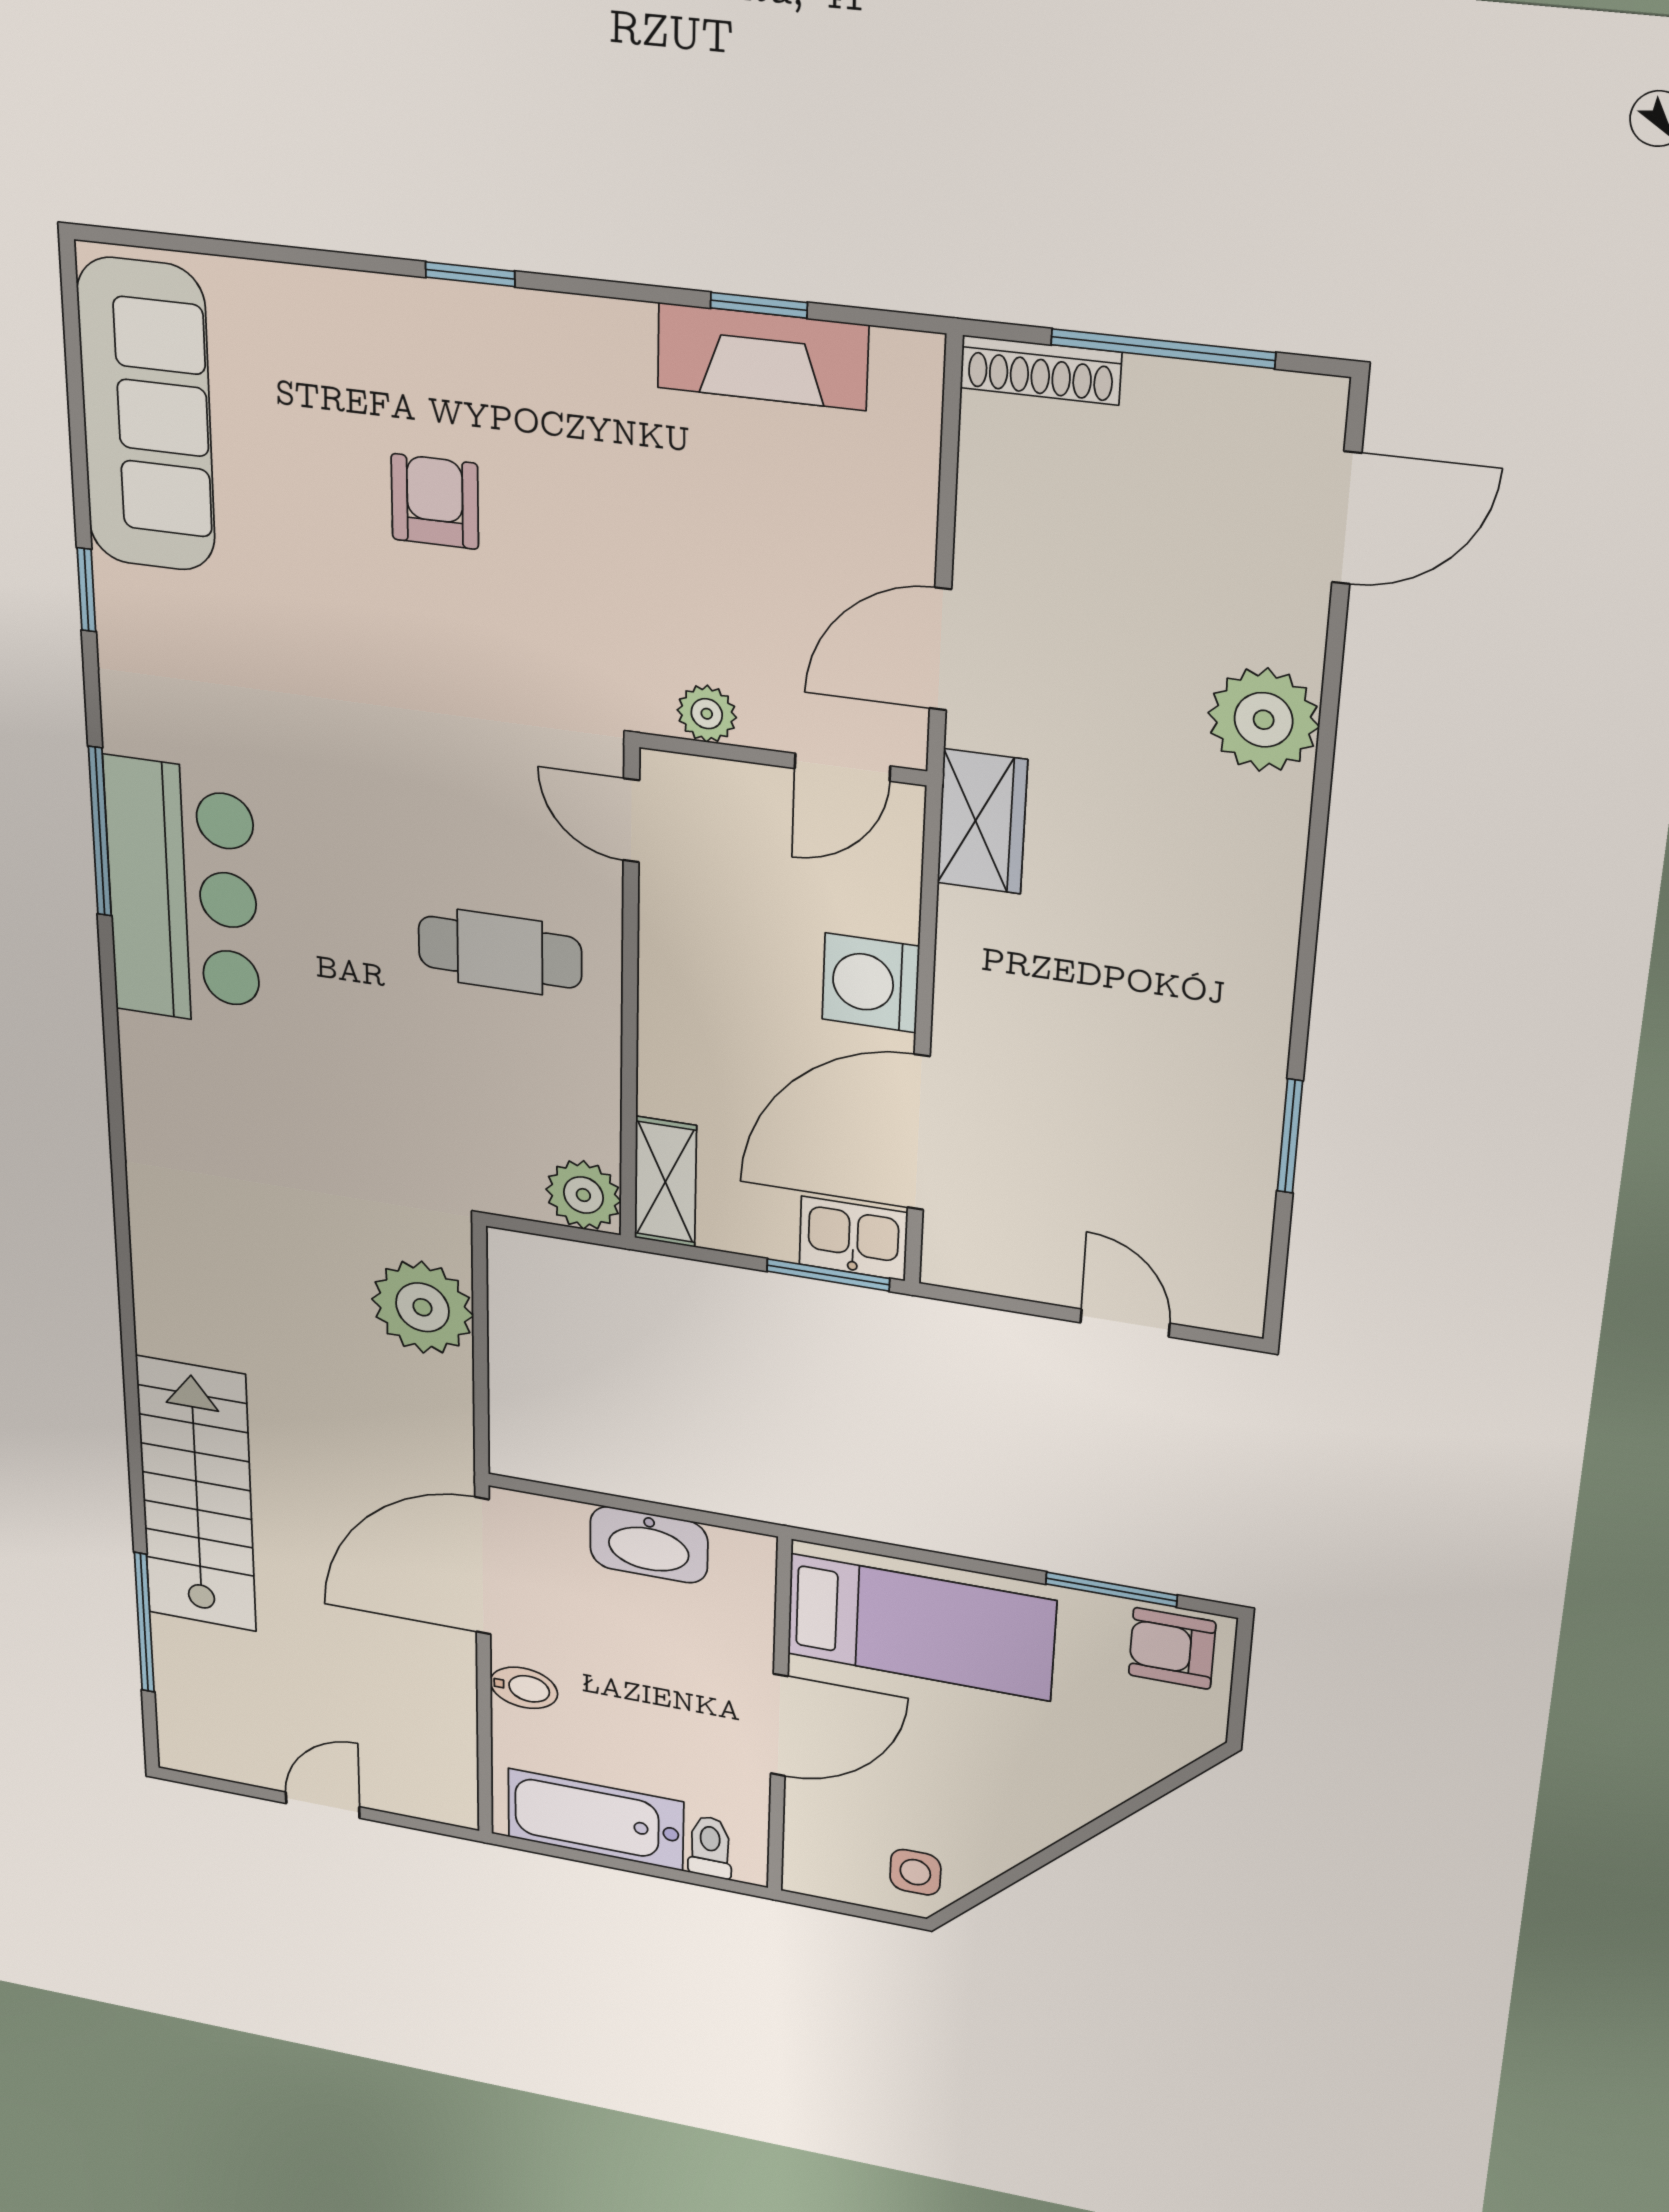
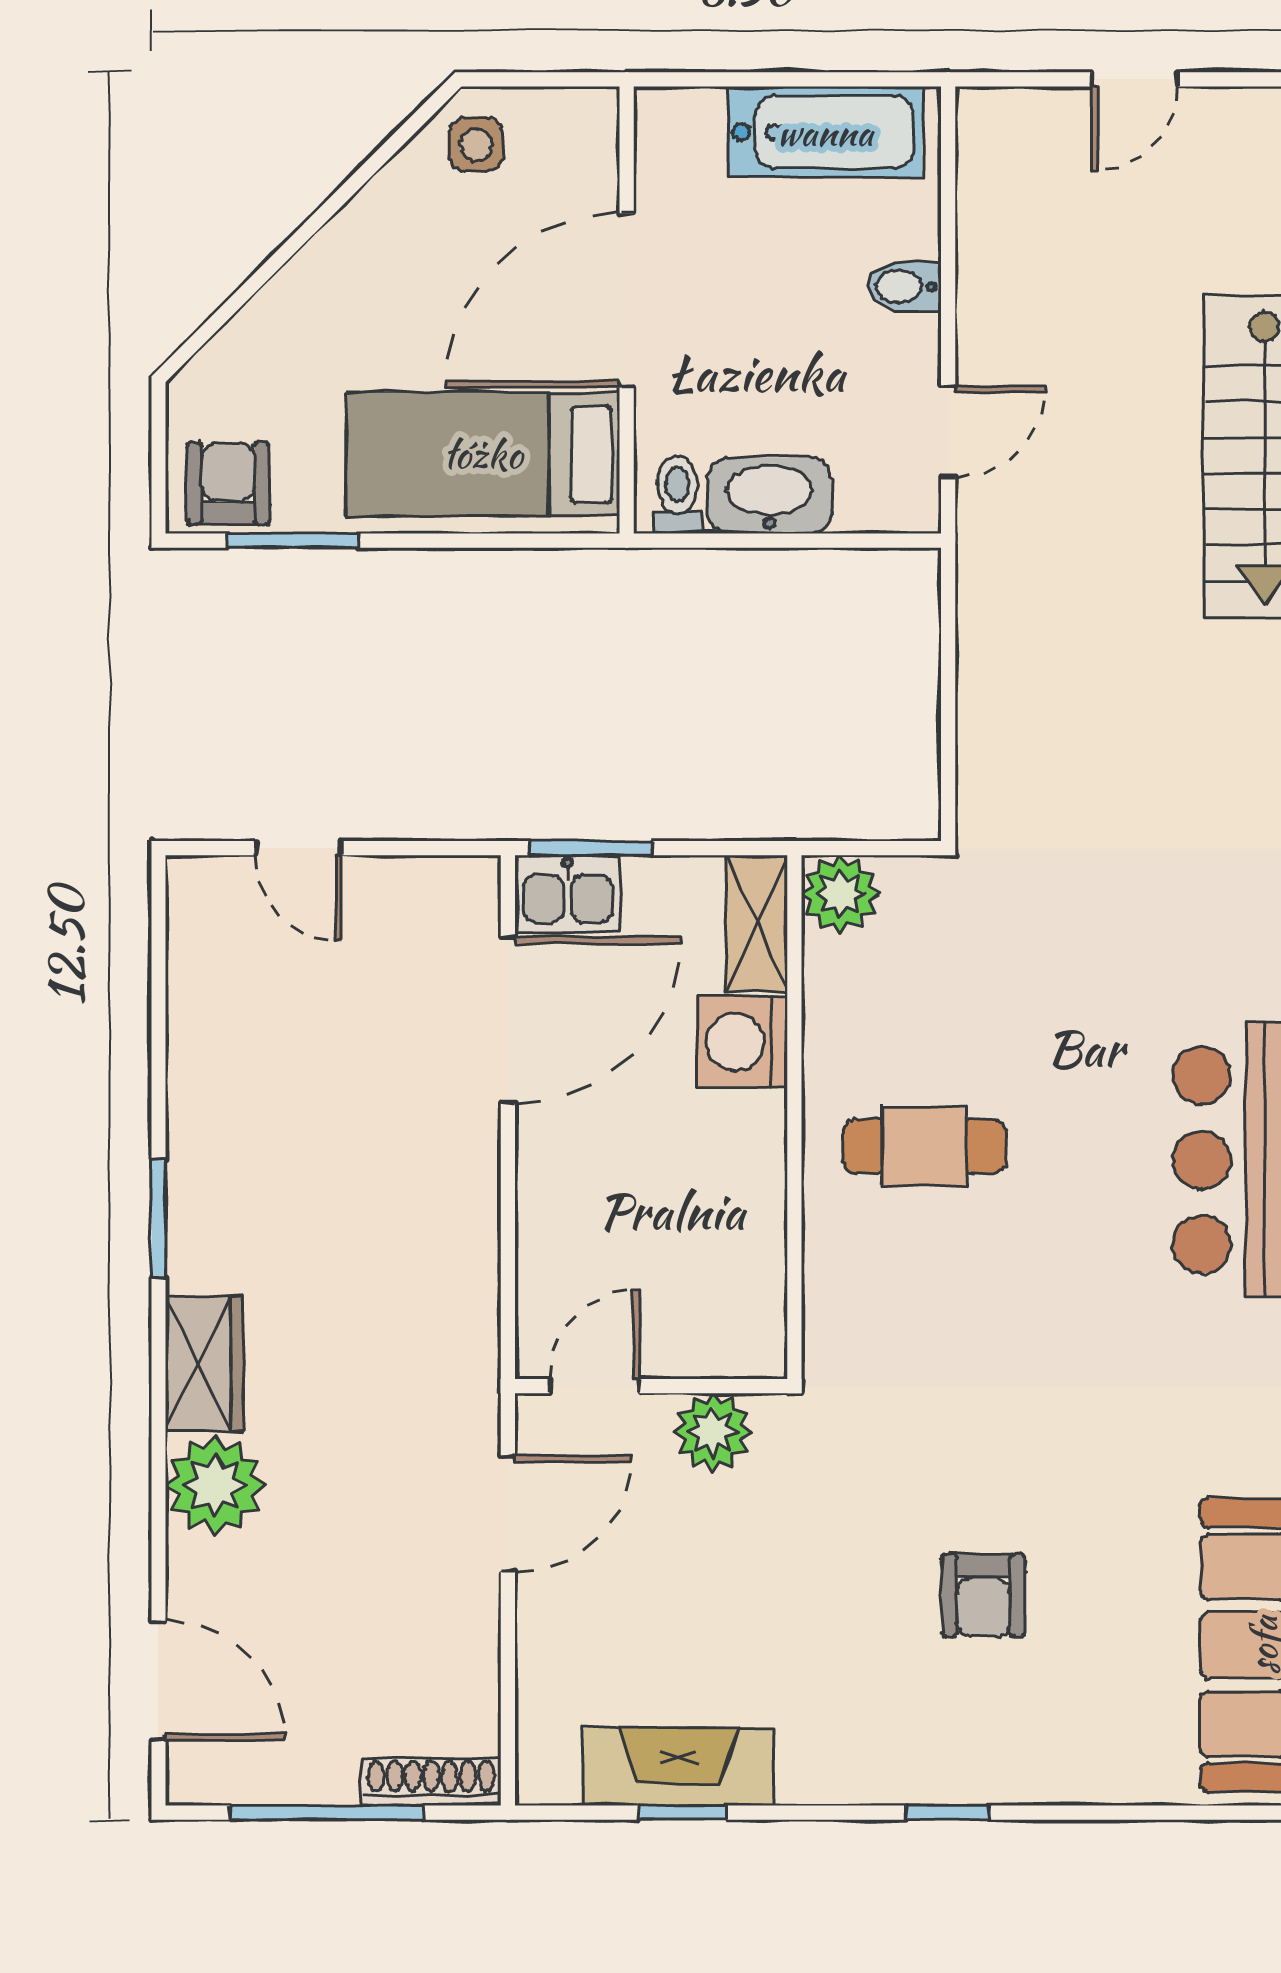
door: (1347, 518) -> (158, 1680), swing flipped
plant: (707, 714) -> (713, 1432), width x1.38, depth x1.38
door: (631, 820) -> (794, 1304), removed
wardrobe: (982, 822) -> (204, 1363), moved, turned 180
washing machine: (871, 983) -> (742, 1042), moved, turned 180
window: (1290, 1136) -> (158, 1219), moved
plant: (422, 1307) -> (1009, 734), removed
door: (483, 1566) -> (948, 432), width x0.53
armchair: (1172, 1648) -> (228, 483), turned -90
door: (779, 1725) -> (627, 300), width x1.36
toilet: (710, 1847) -> (677, 495), moved, turned 180

